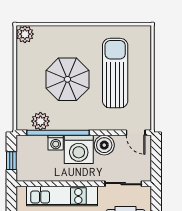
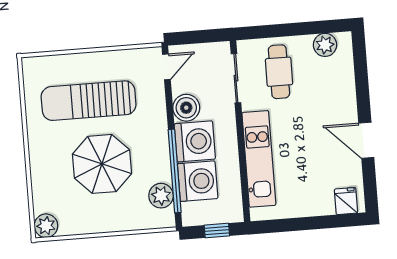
washing machine: (56, 143) -> (198, 181), width x1.89, depth x1.89

